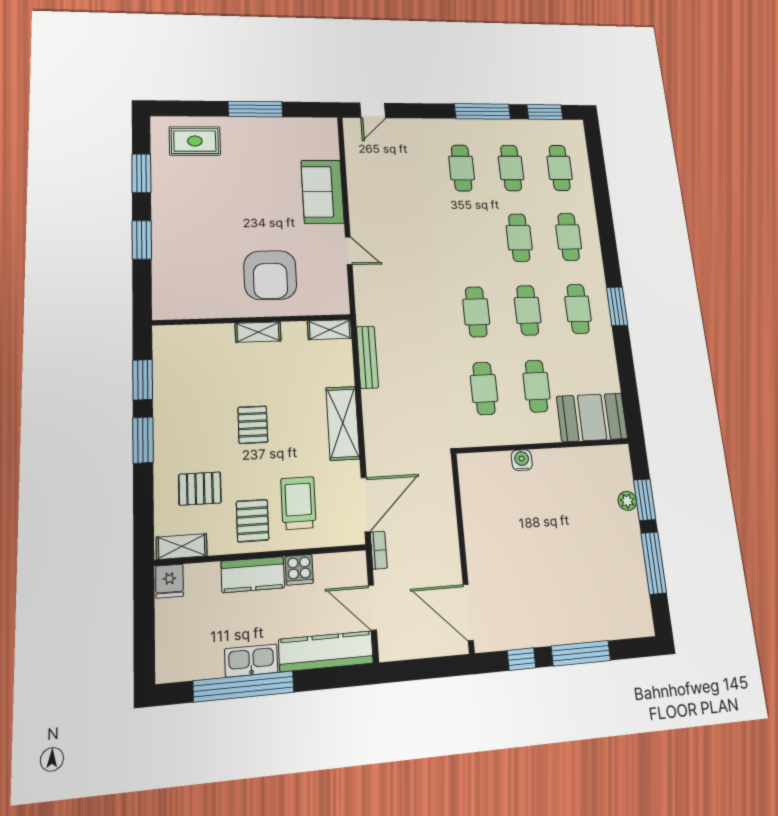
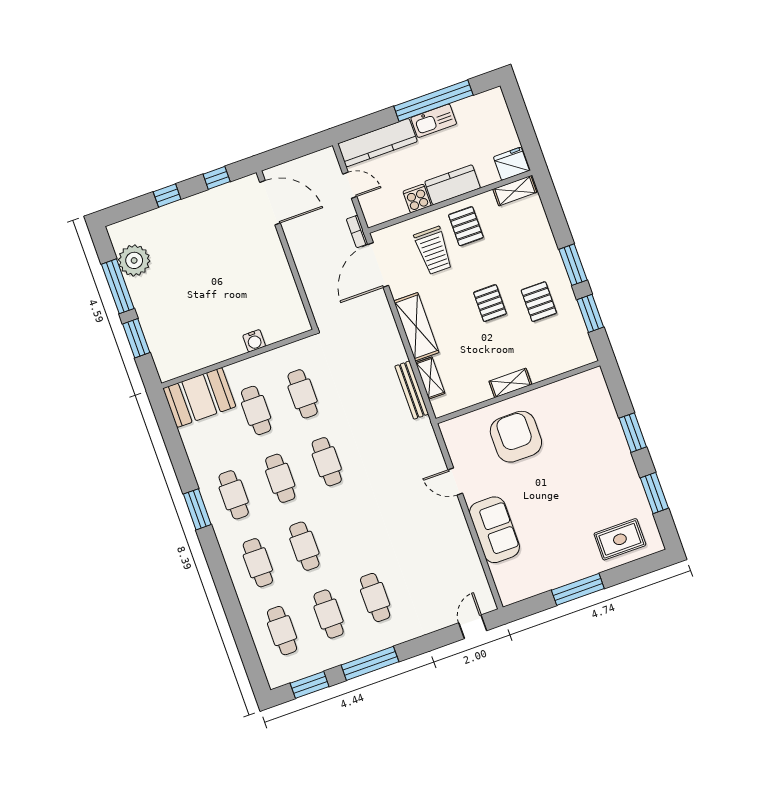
shelving: (330, 330) -> (430, 378), moved, turned 90
pallet: (200, 489) -> (539, 302), moved, turned 90
plant: (627, 501) -> (134, 260), moved, width x1.87, depth x1.87
fridge: (170, 581) -> (511, 164), width x1.38
door: (372, 608) -> (350, 185), width x0.73
window: (581, 653) -> (167, 196), width x0.46

